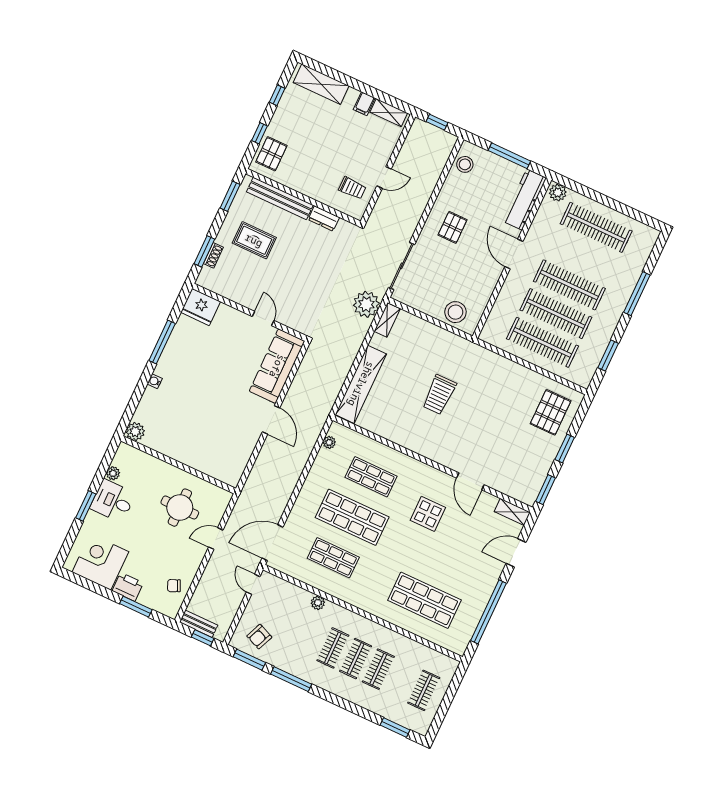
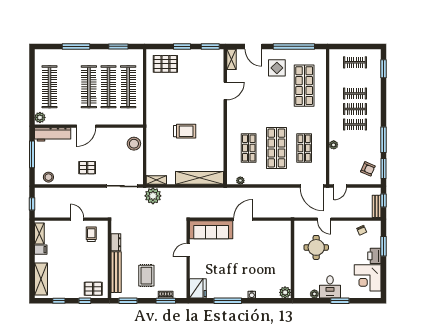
display table: (428, 514) -> (277, 68), moved

